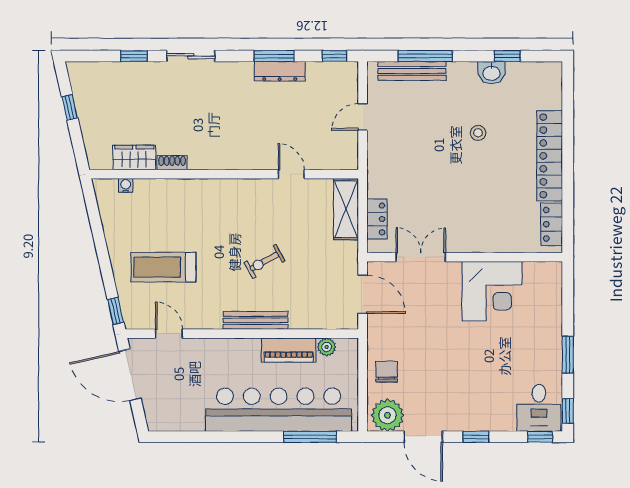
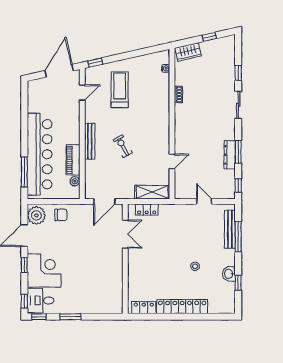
wardrobe: (134, 158) -> (188, 52), moved, turned 77
corner desk: (492, 291) -> (44, 271), moved, turned 180

